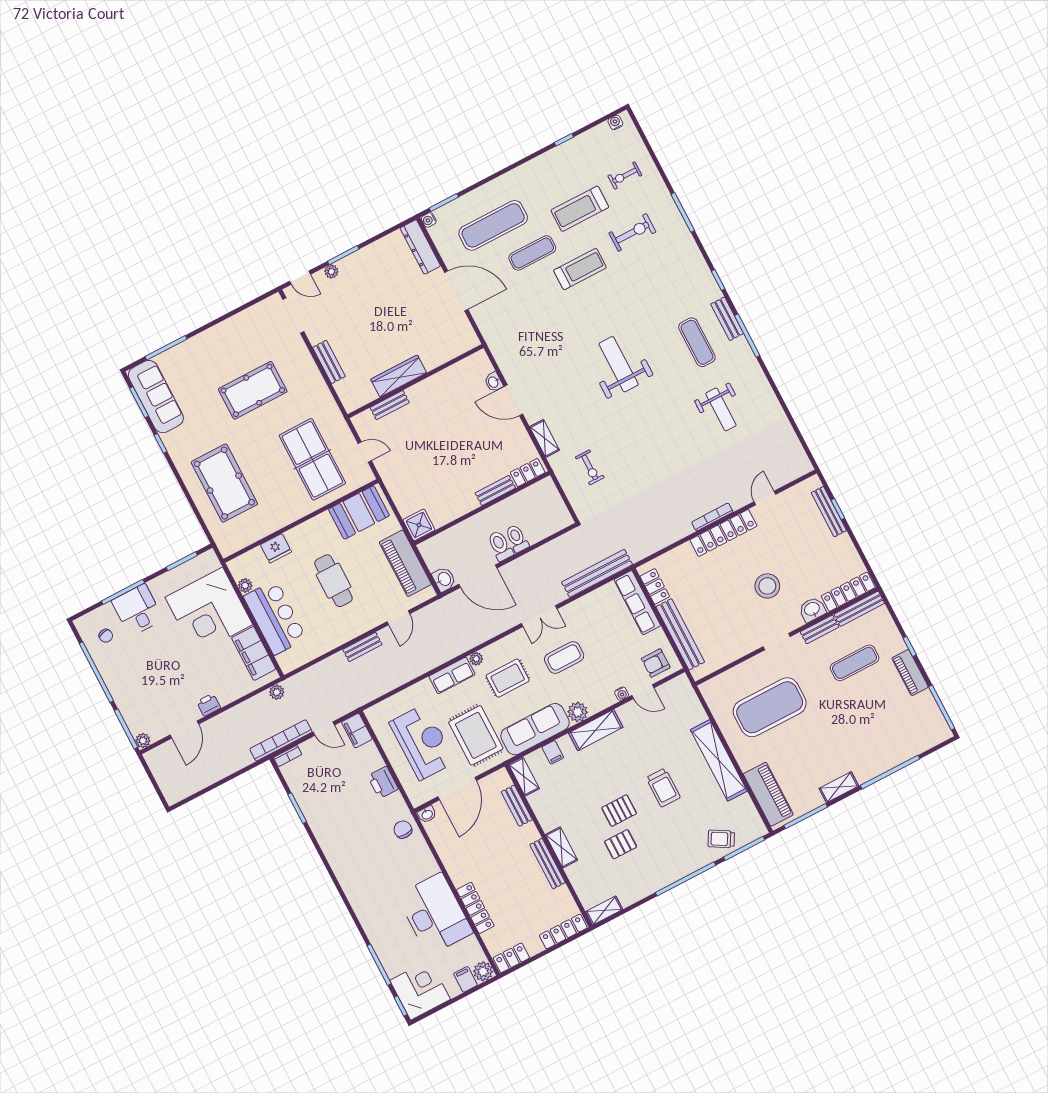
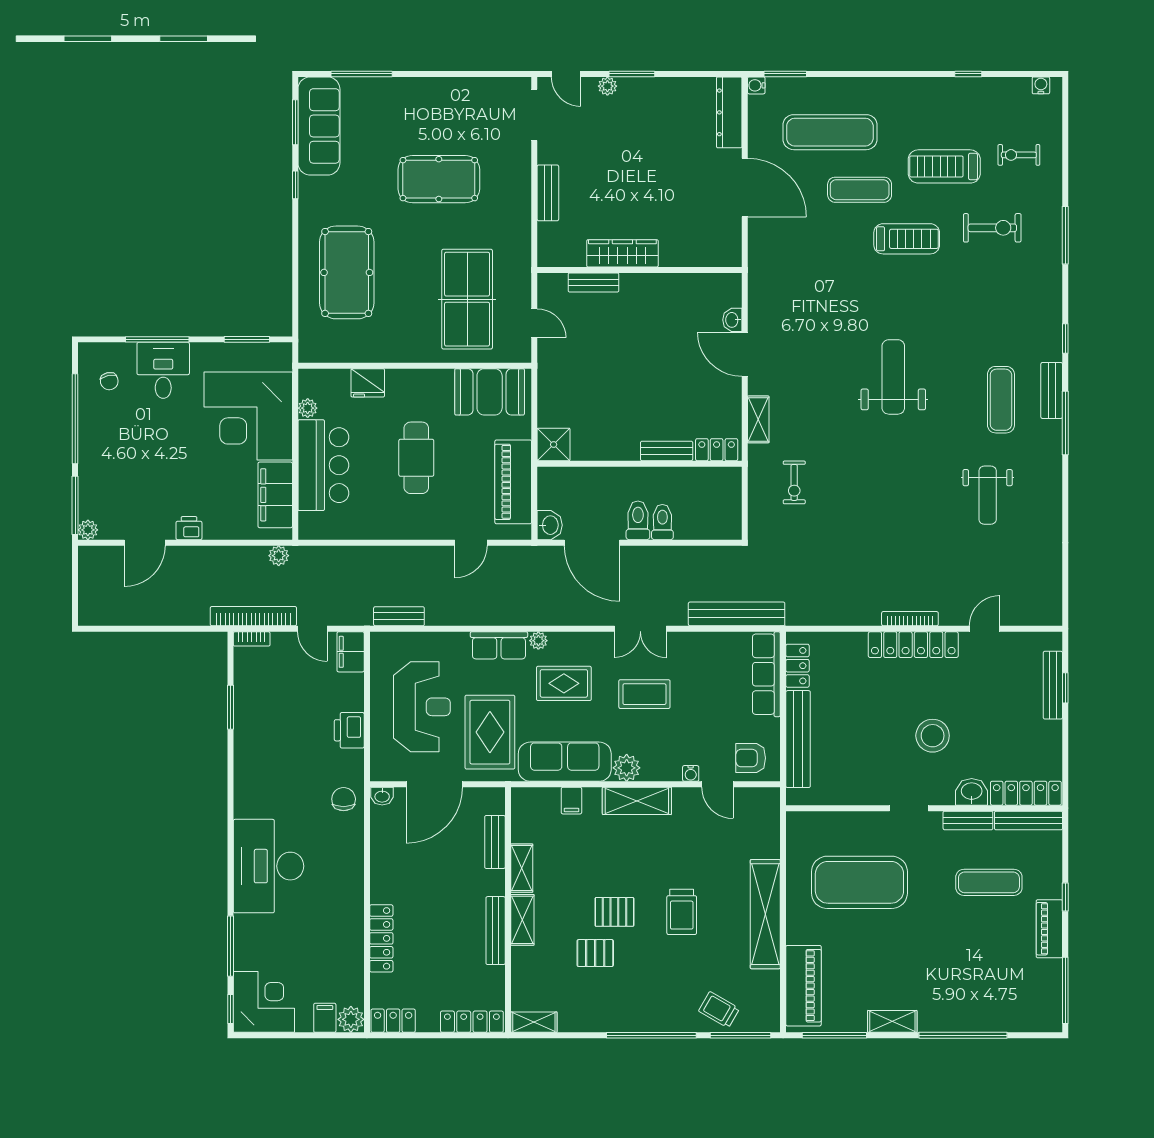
bench: (362, 647) -> (399, 616), moved
shelving: (524, 776) -> (522, 868), moved
desk: (435, 914) -> (269, 866), moved, turned 180

